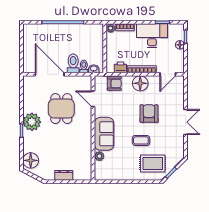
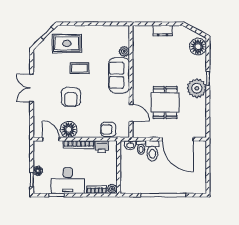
door: (168, 74) -> (51, 139), hinge flipped
floor lamp: (140, 83) -> (69, 129), moved

